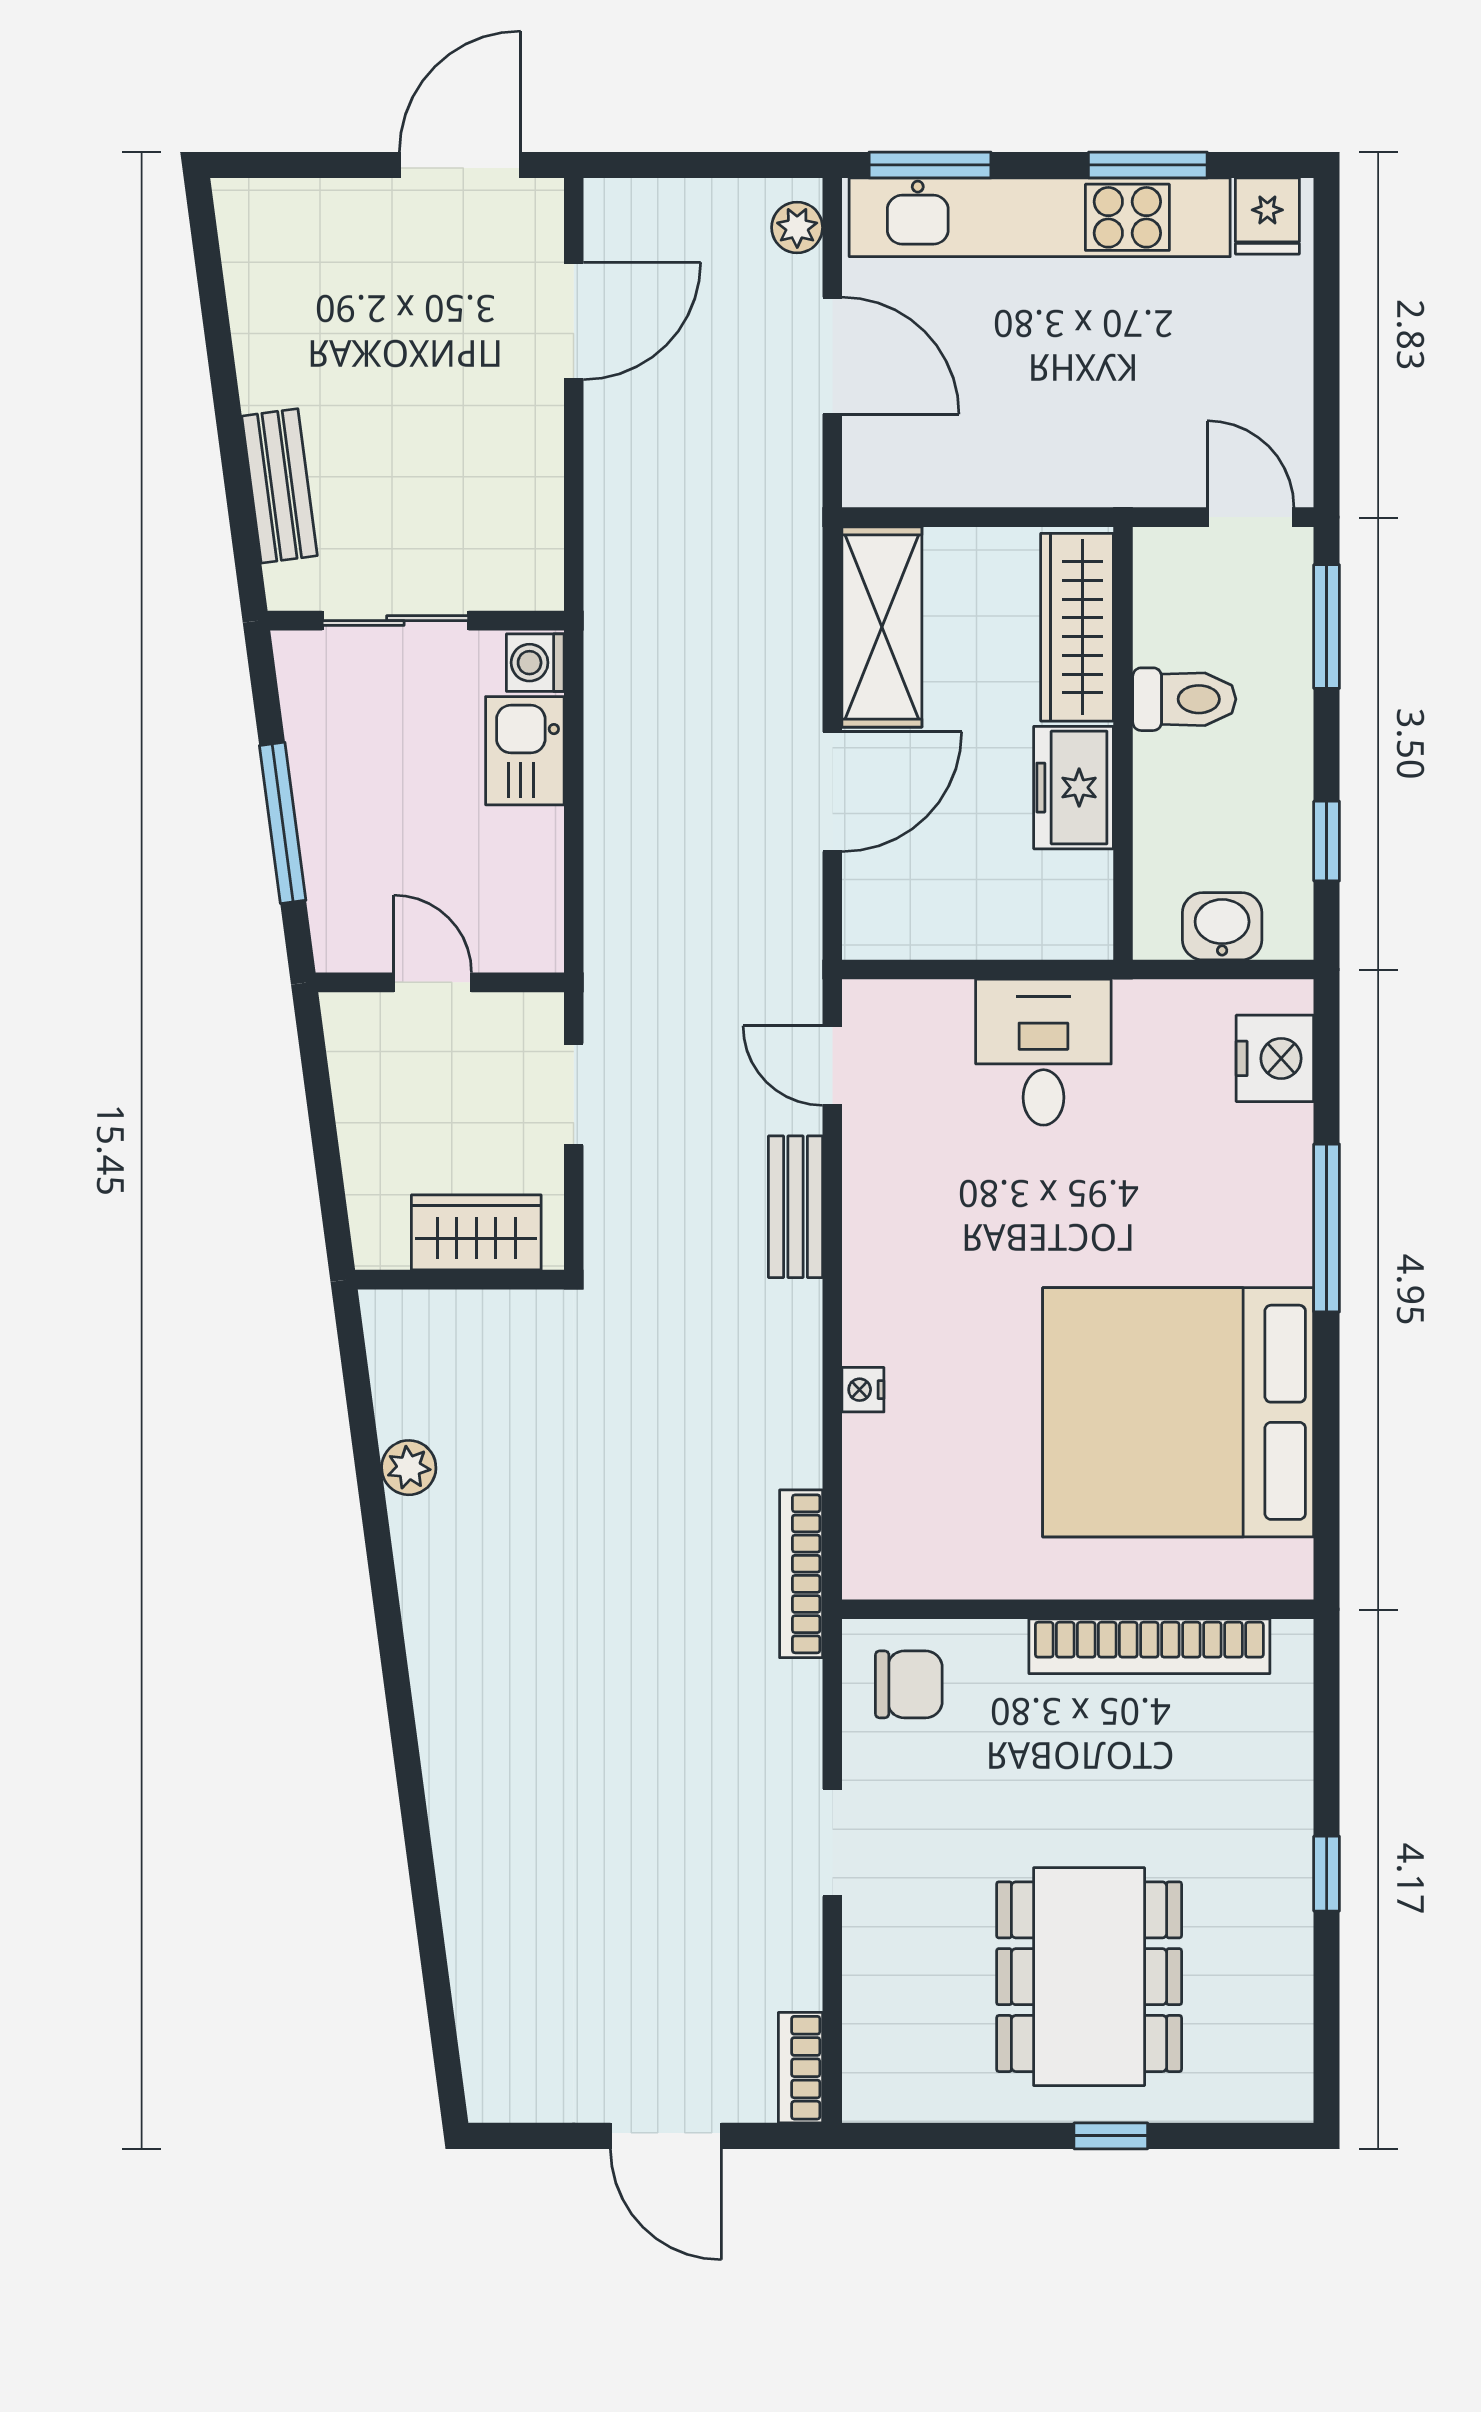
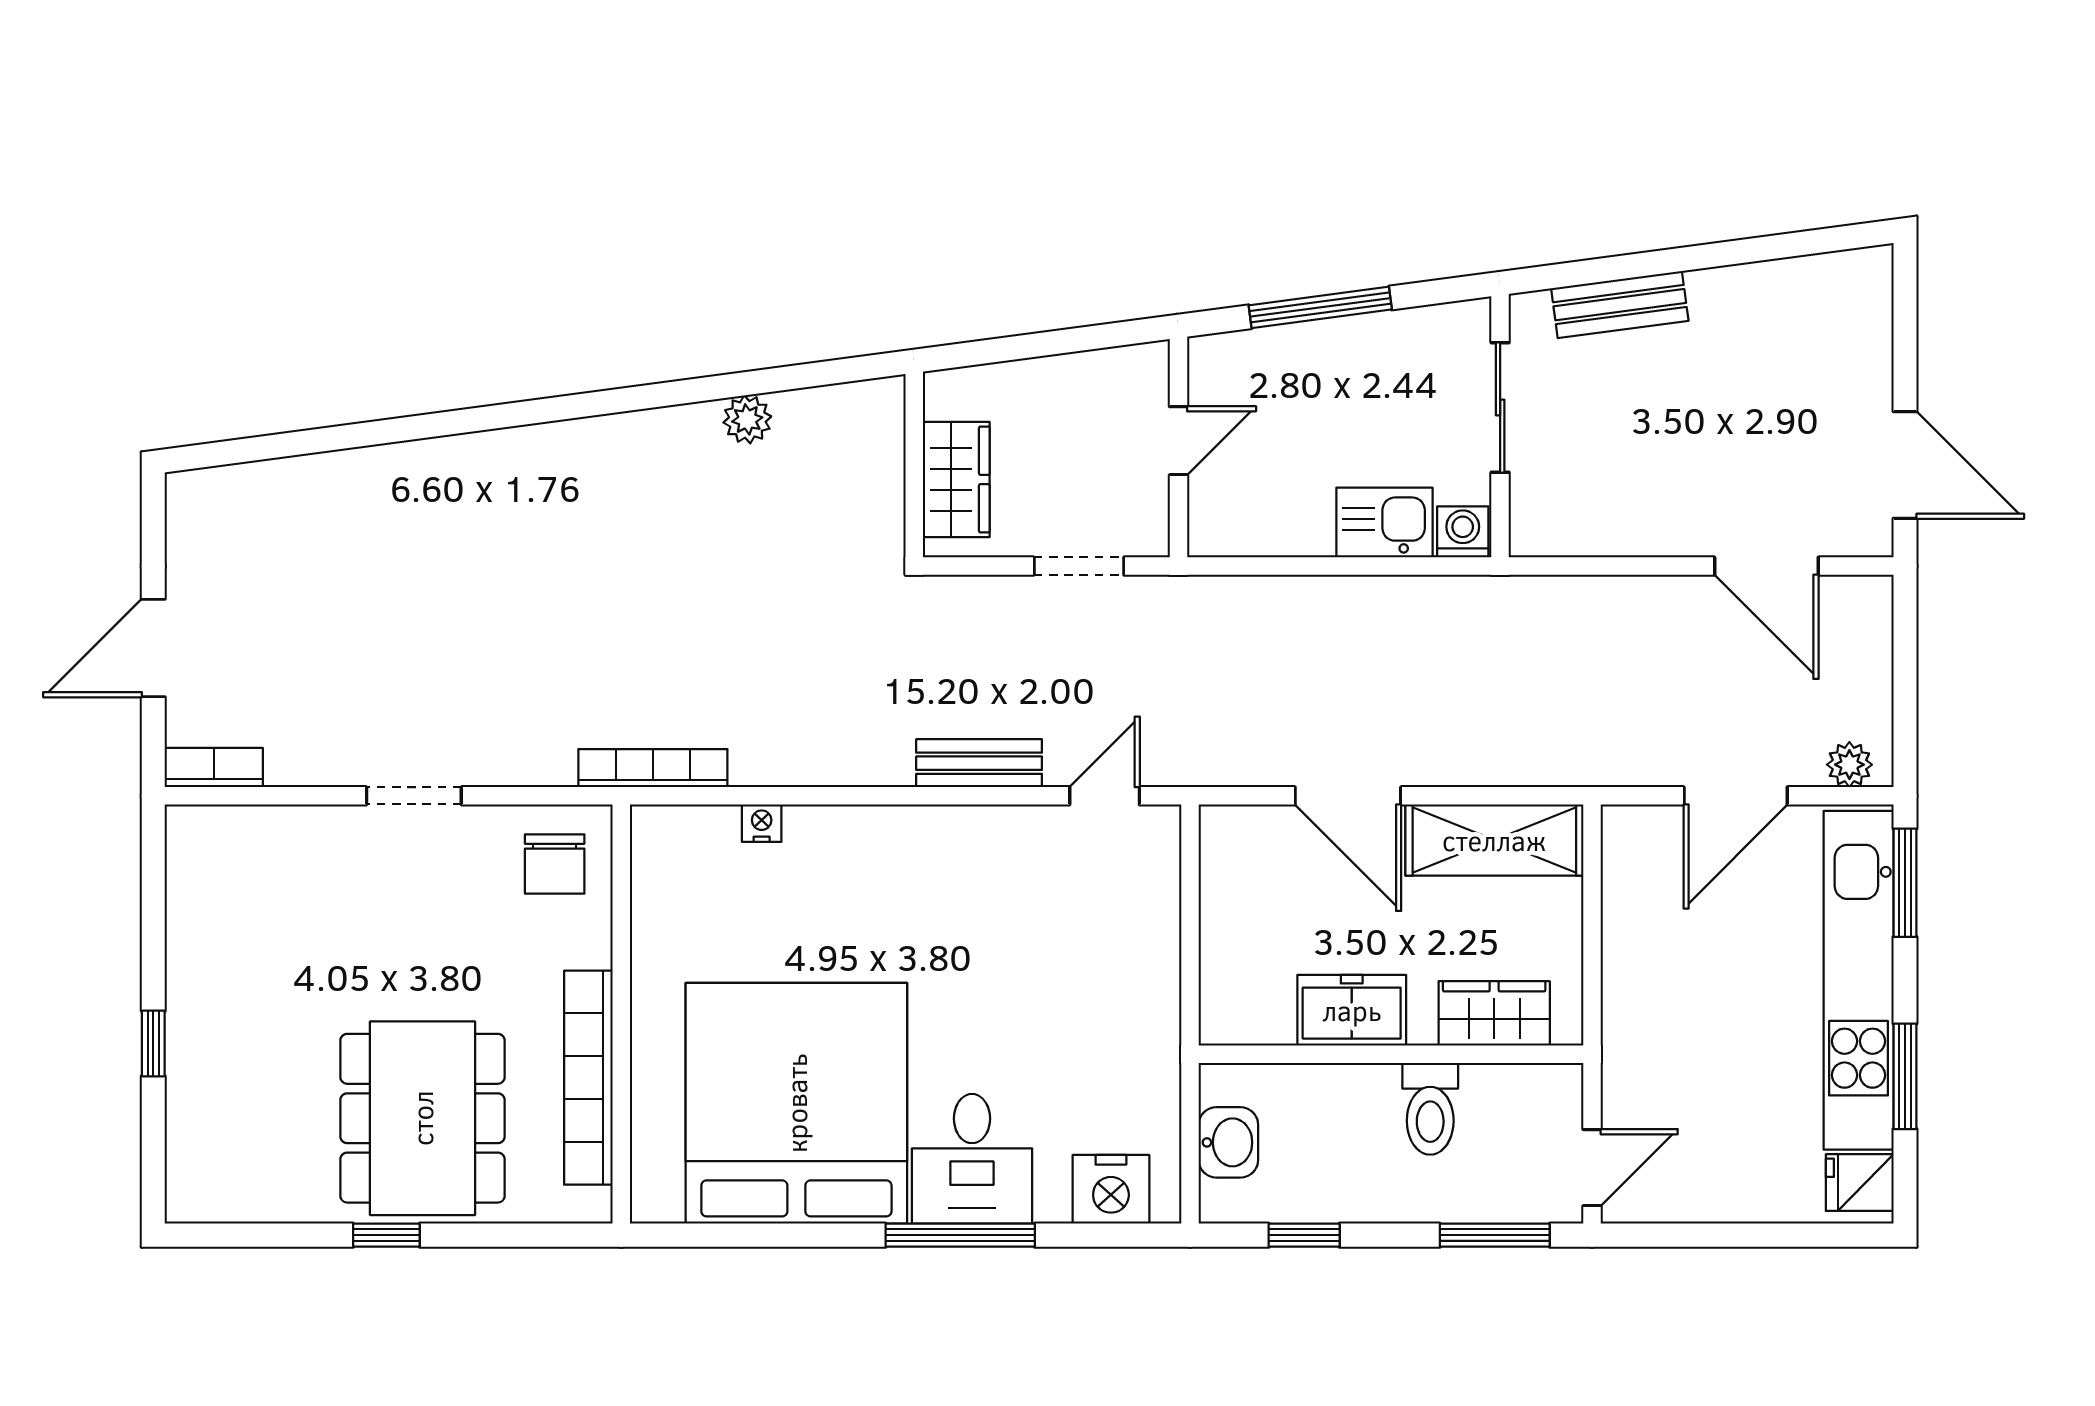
wardrobe: (1077, 627) -> (1494, 1013), width x0.67
desk: (1043, 1052) -> (972, 1159), moved, turned 90
nightstand: (863, 1390) -> (762, 823), moved
dining table: (1089, 1977) -> (422, 1118), moved, turned 90

